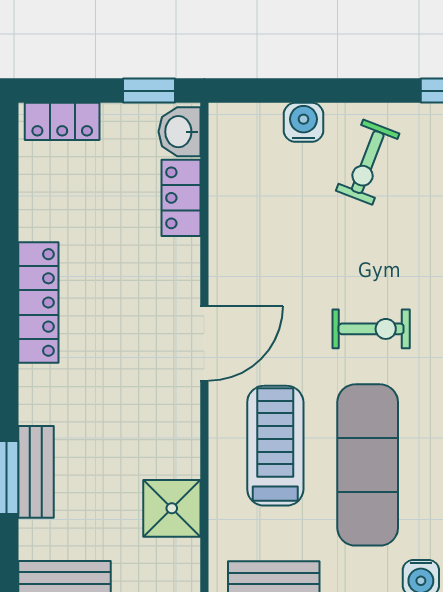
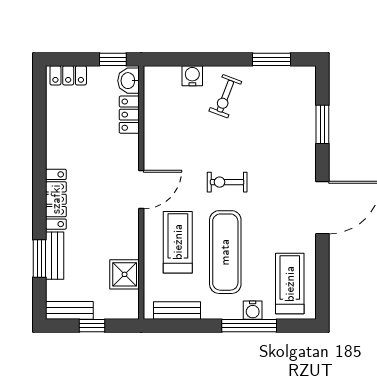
locker: (38, 302) -> (56, 199), moved
exercise bike: (371, 329) -> (227, 182), turned 180

